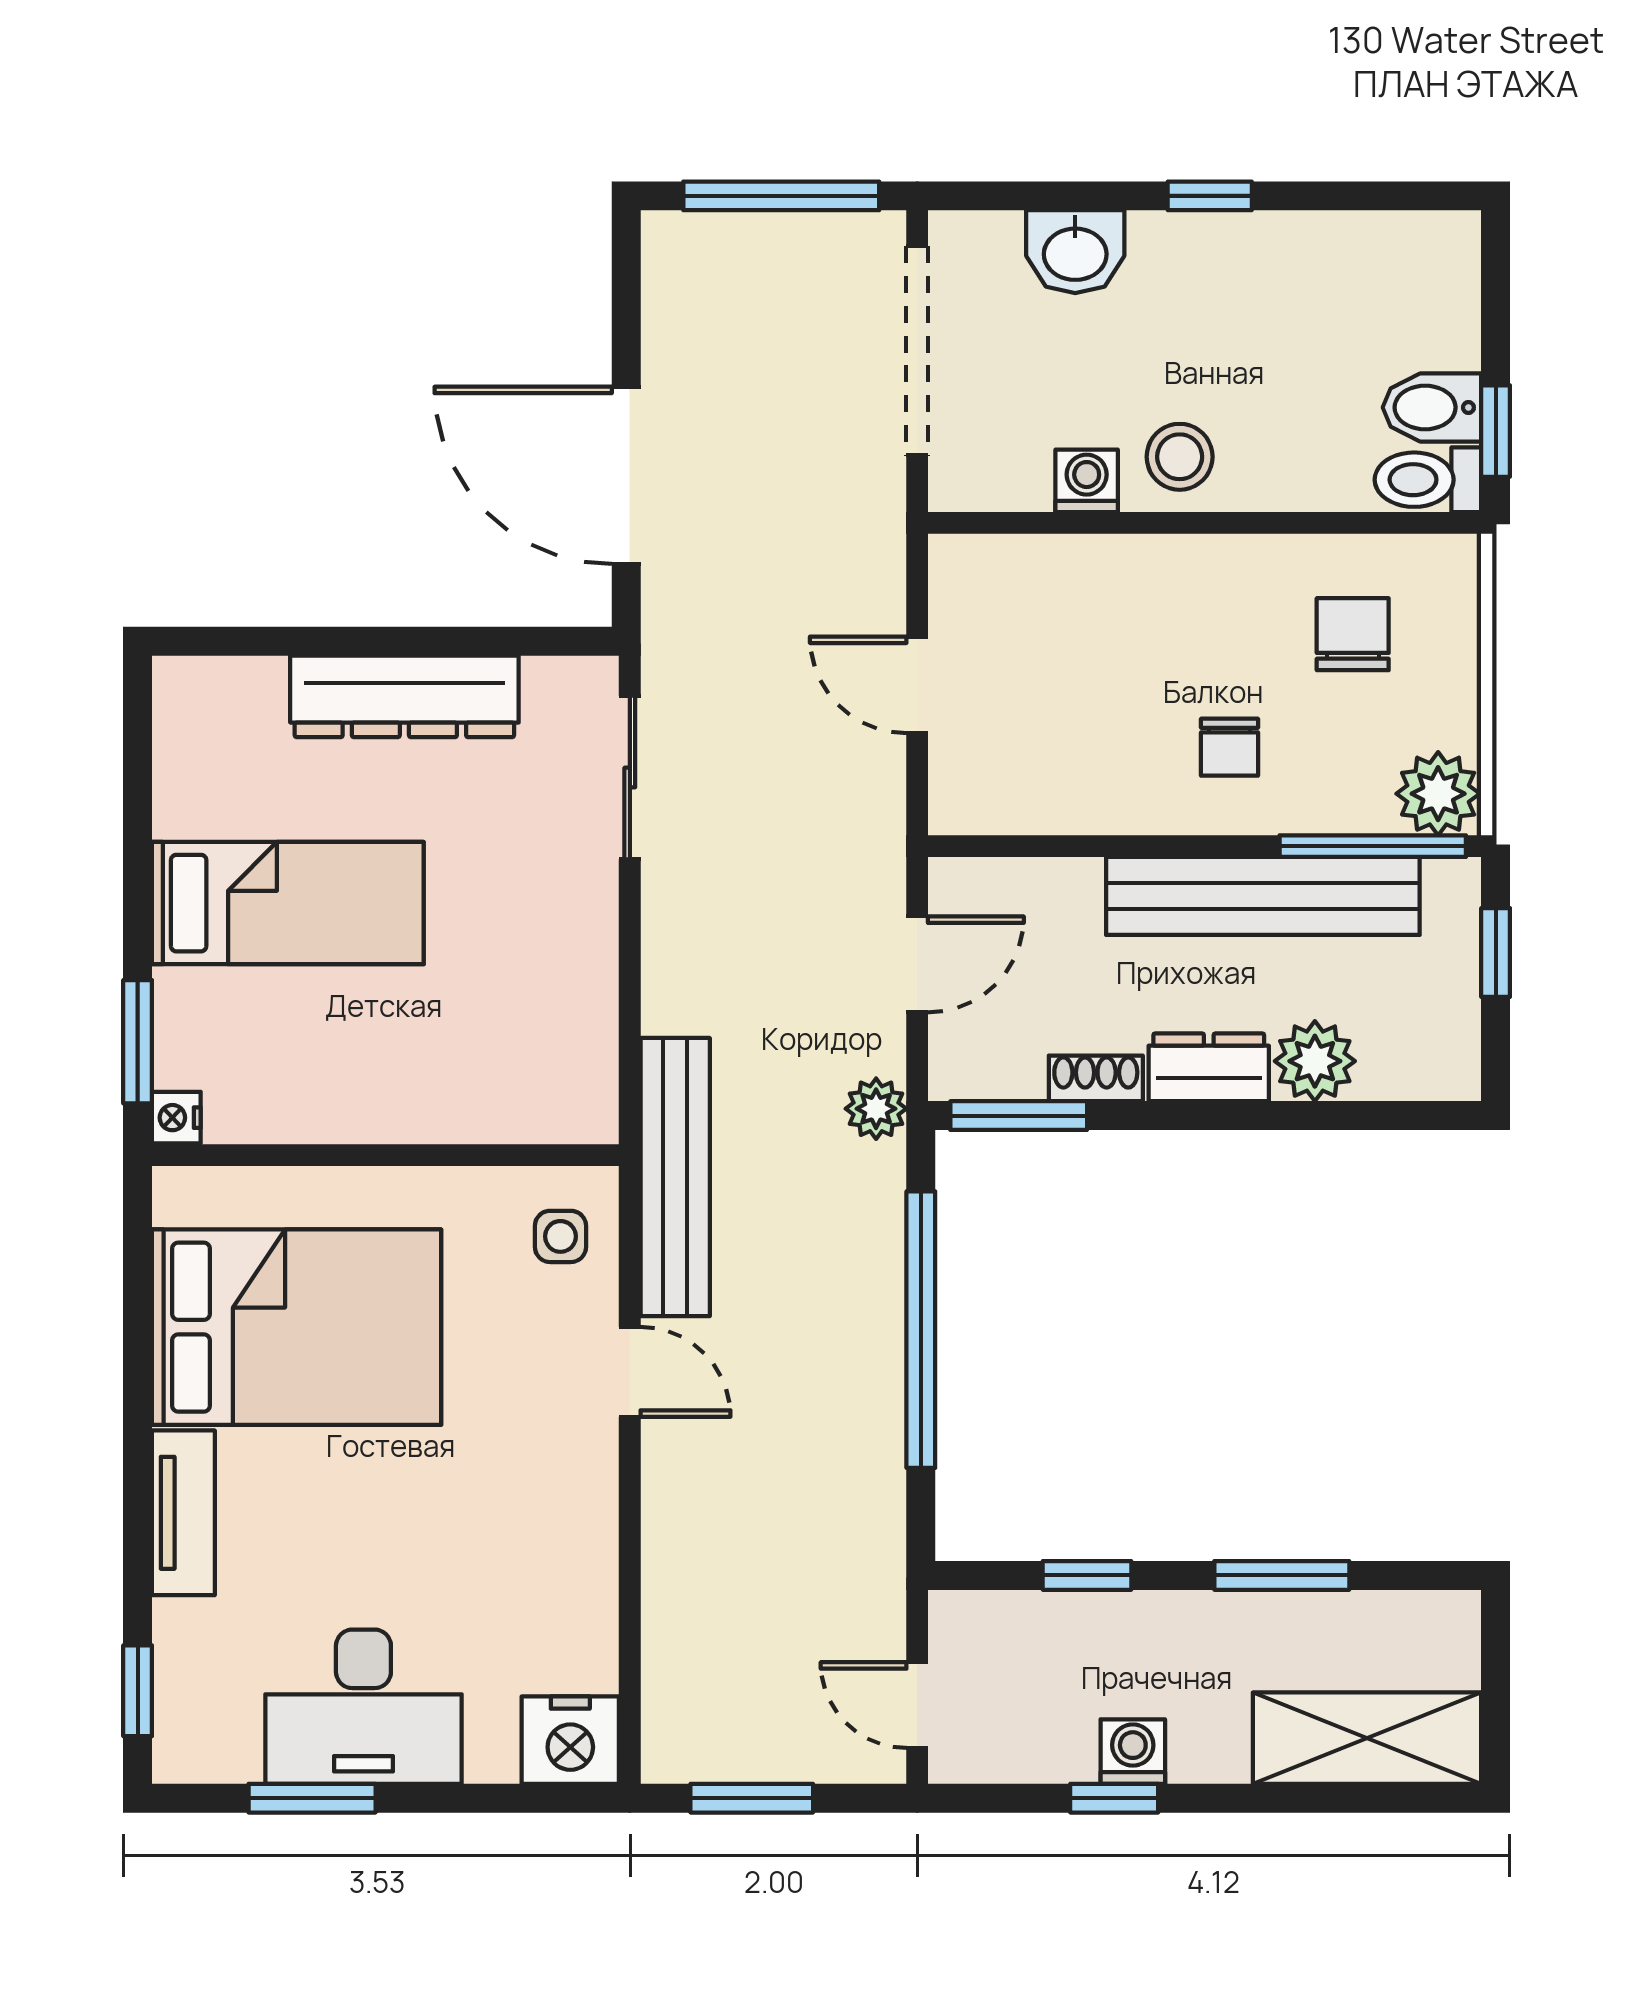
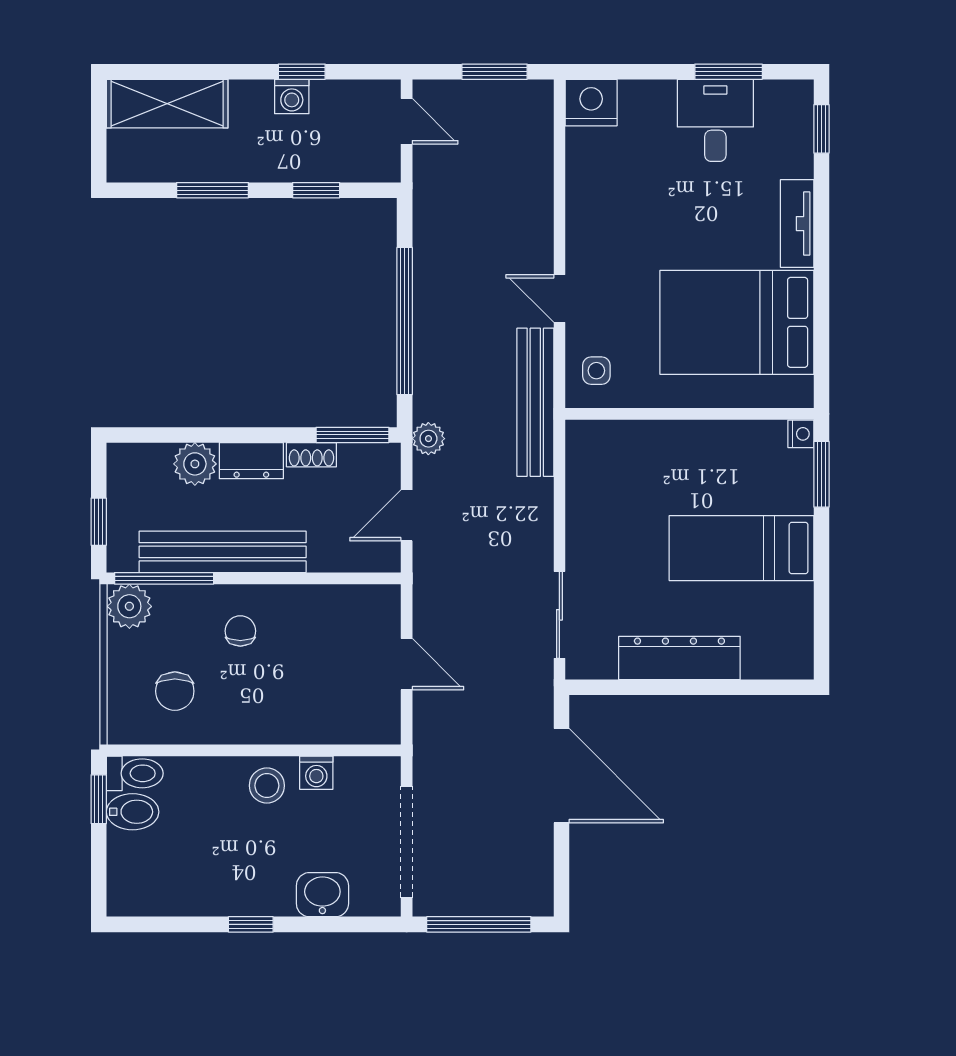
desk: (363, 1707) -> (715, 120), width x0.73

